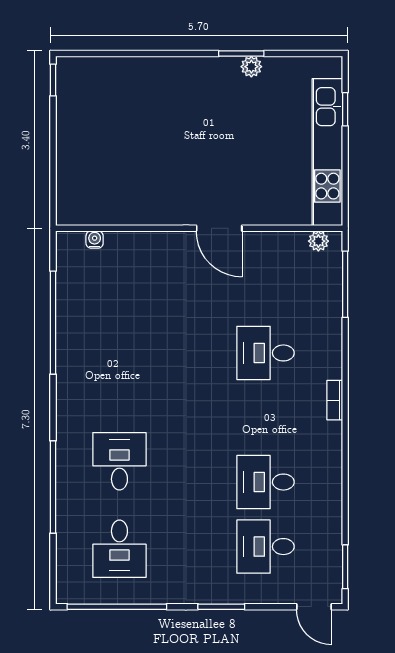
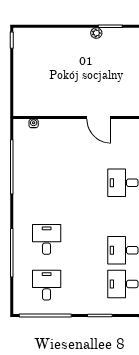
plant: (251, 67) -> (96, 33), moved
desk: (119, 549) -> (47, 285), turned 180

